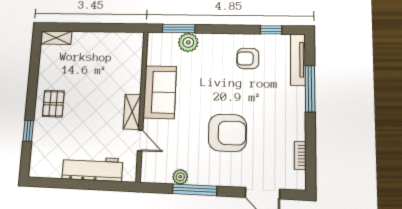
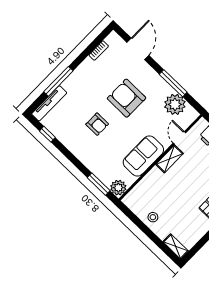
plant: (188, 42) -> (118, 188), moved
stool: (100, 45) -> (153, 217), added
armchair: (248, 58) -> (97, 124), moved
plant: (180, 177) -> (175, 104), width x1.88, depth x1.88

